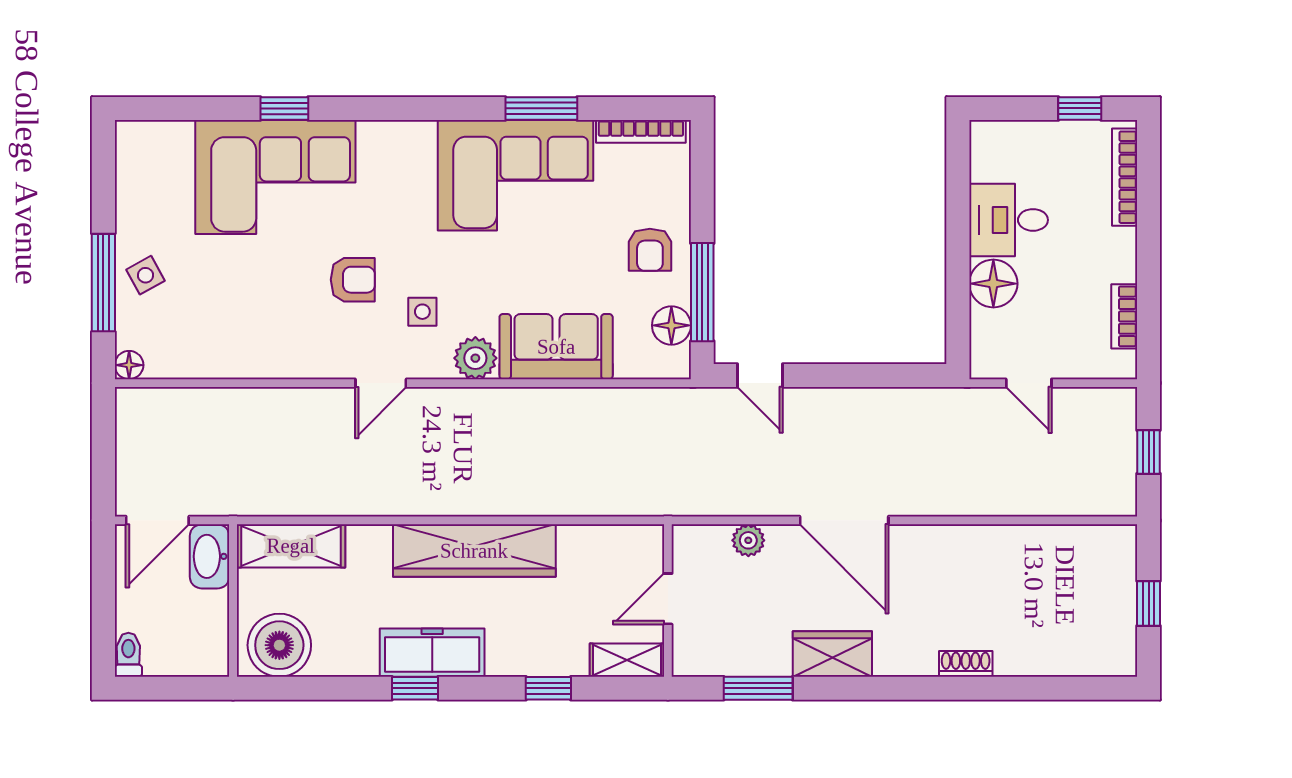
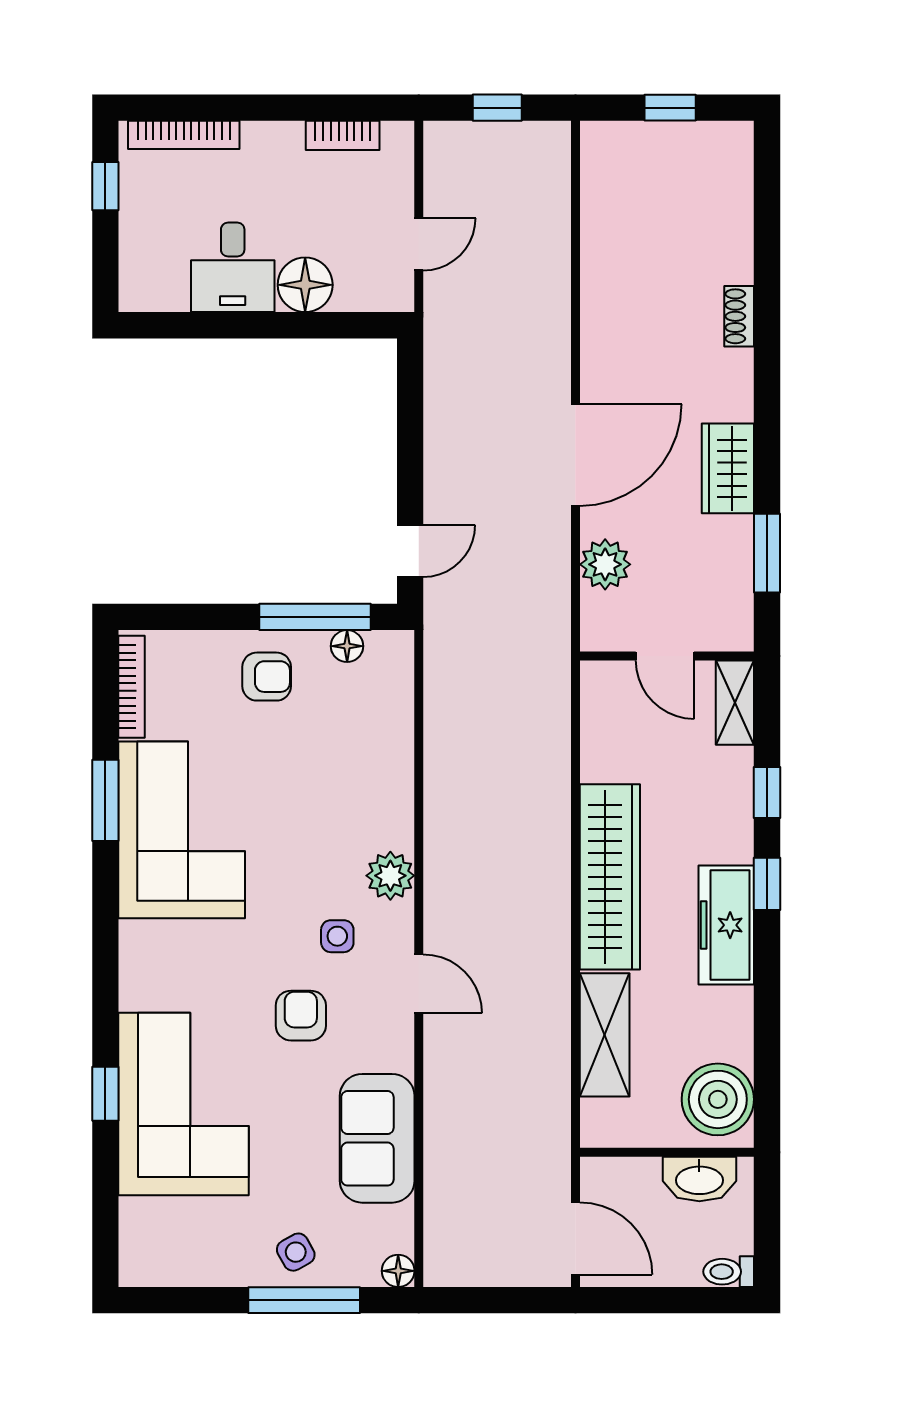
floor lamp: (671, 325) -> (347, 646), width x0.73, depth x0.73
sofa: (556, 347) -> (377, 1138), moved
plant: (748, 540) -> (605, 564), width x1.38, depth x1.38
shelving: (291, 546) -> (605, 1035), moved
washbasin: (210, 556) -> (699, 1179), moved
window: (415, 688) -> (767, 884), moved

